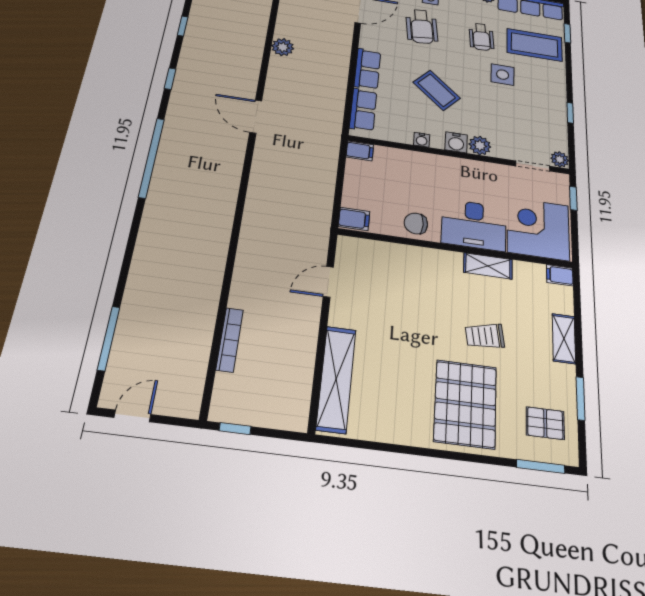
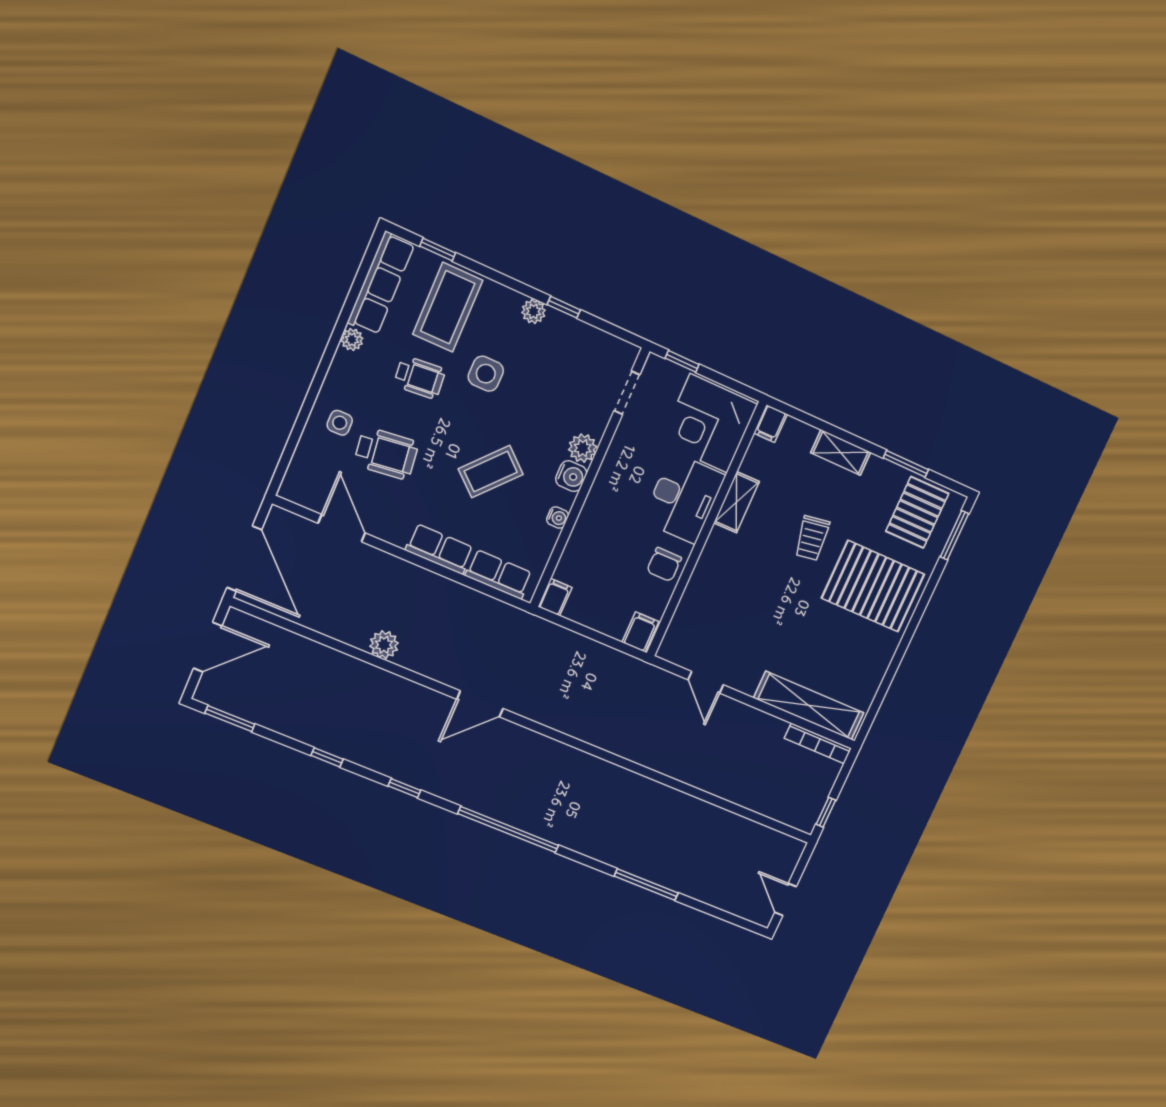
plant: (560, 159) -> (534, 311), moved
window: (109, 338) -> (646, 884), moved
bookcase: (230, 340) -> (818, 743), moved, turned 180
pallet: (545, 423) -> (917, 512), width x1.50, depth x1.42

